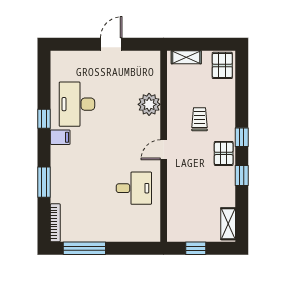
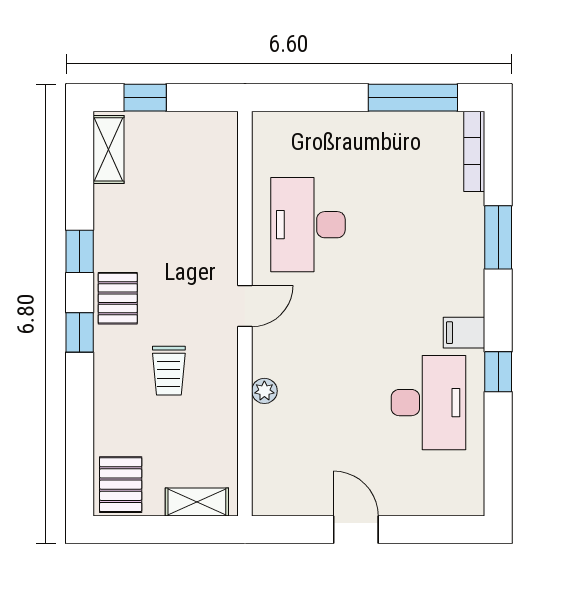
door: (111, 44) -> (356, 530), swing flipped
plant: (149, 104) -> (264, 391), width x0.53, depth x0.53
desk: (134, 188) -> (308, 225), width x1.37
window: (196, 248) -> (145, 98), moved

